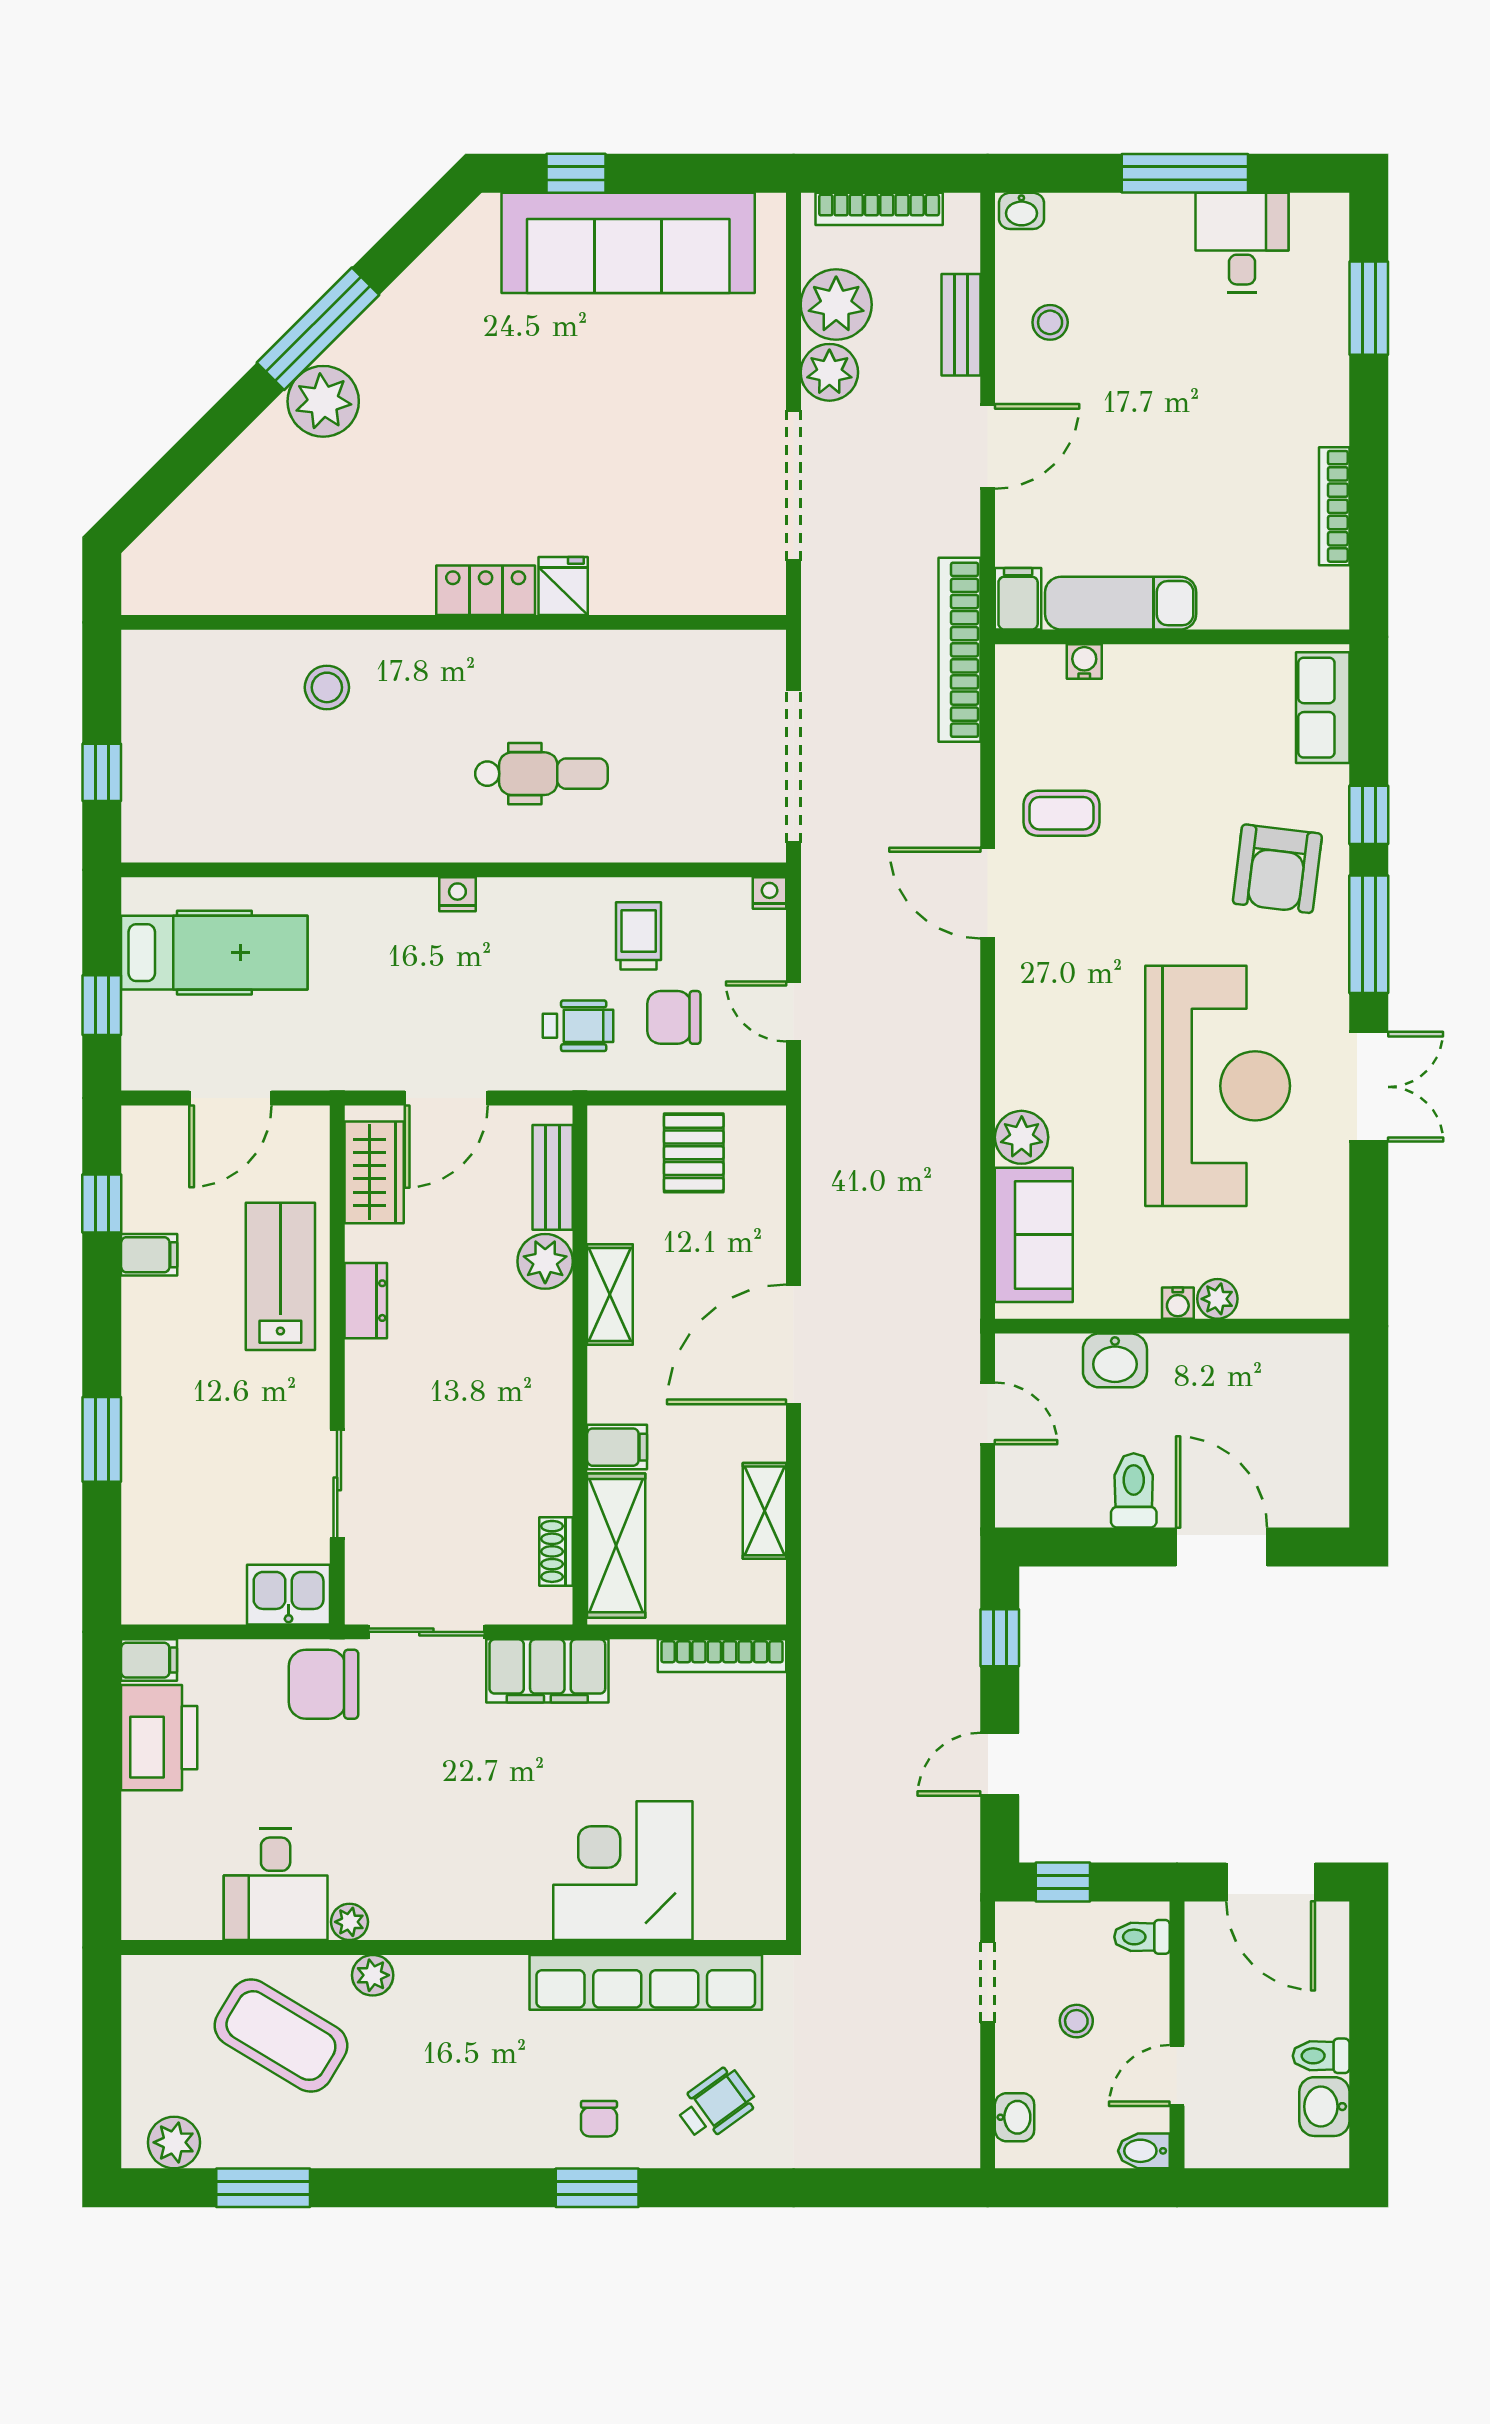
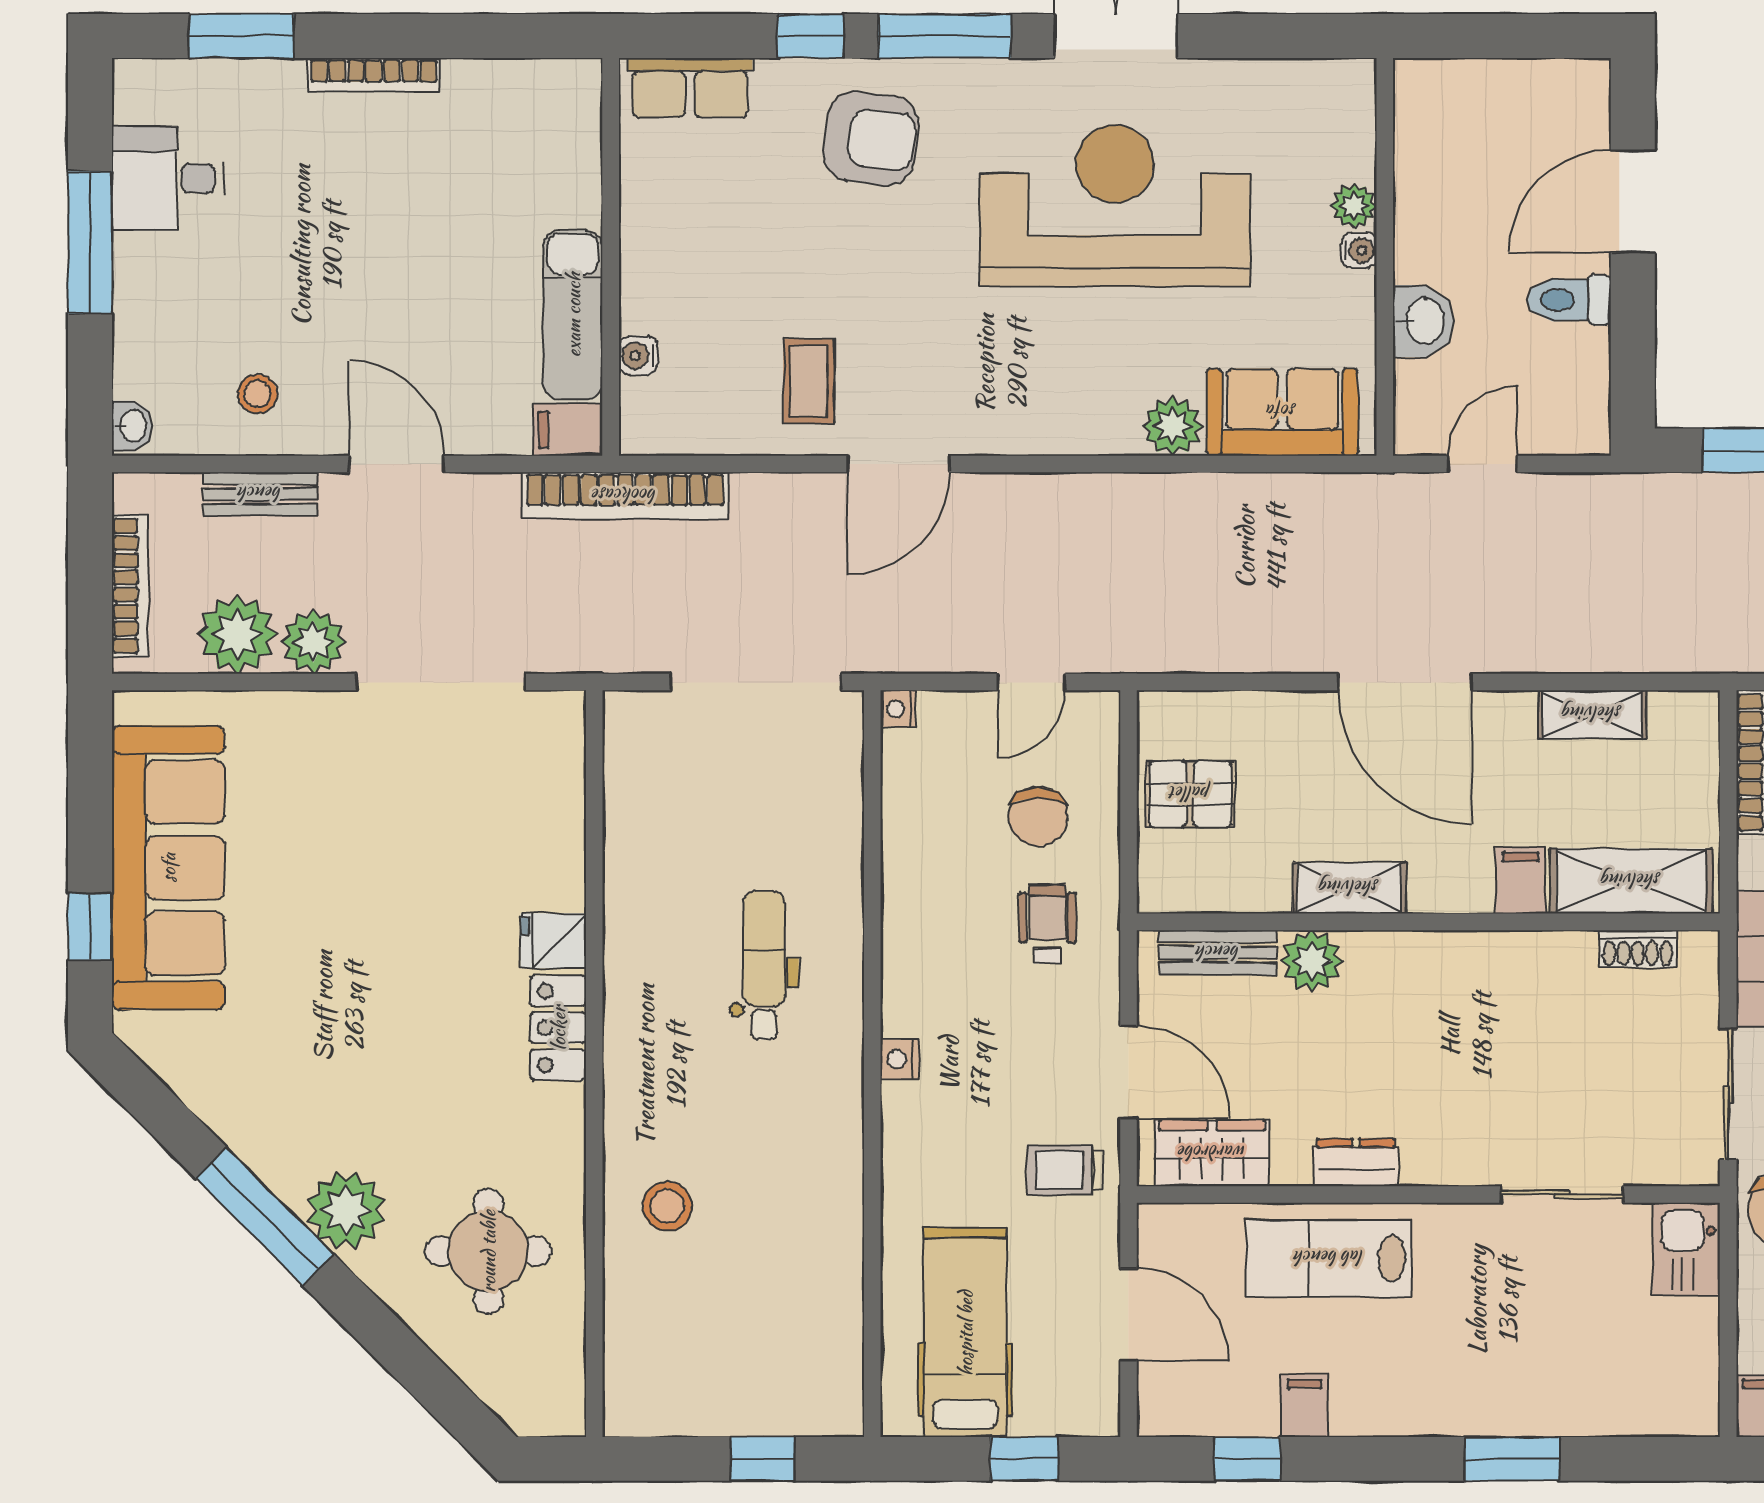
bookcase: (1334, 506) -> (374, 75), moved
round table: (287, 528) -> (488, 1251), added
trolley: (639, 936) -> (1065, 1170), moved

